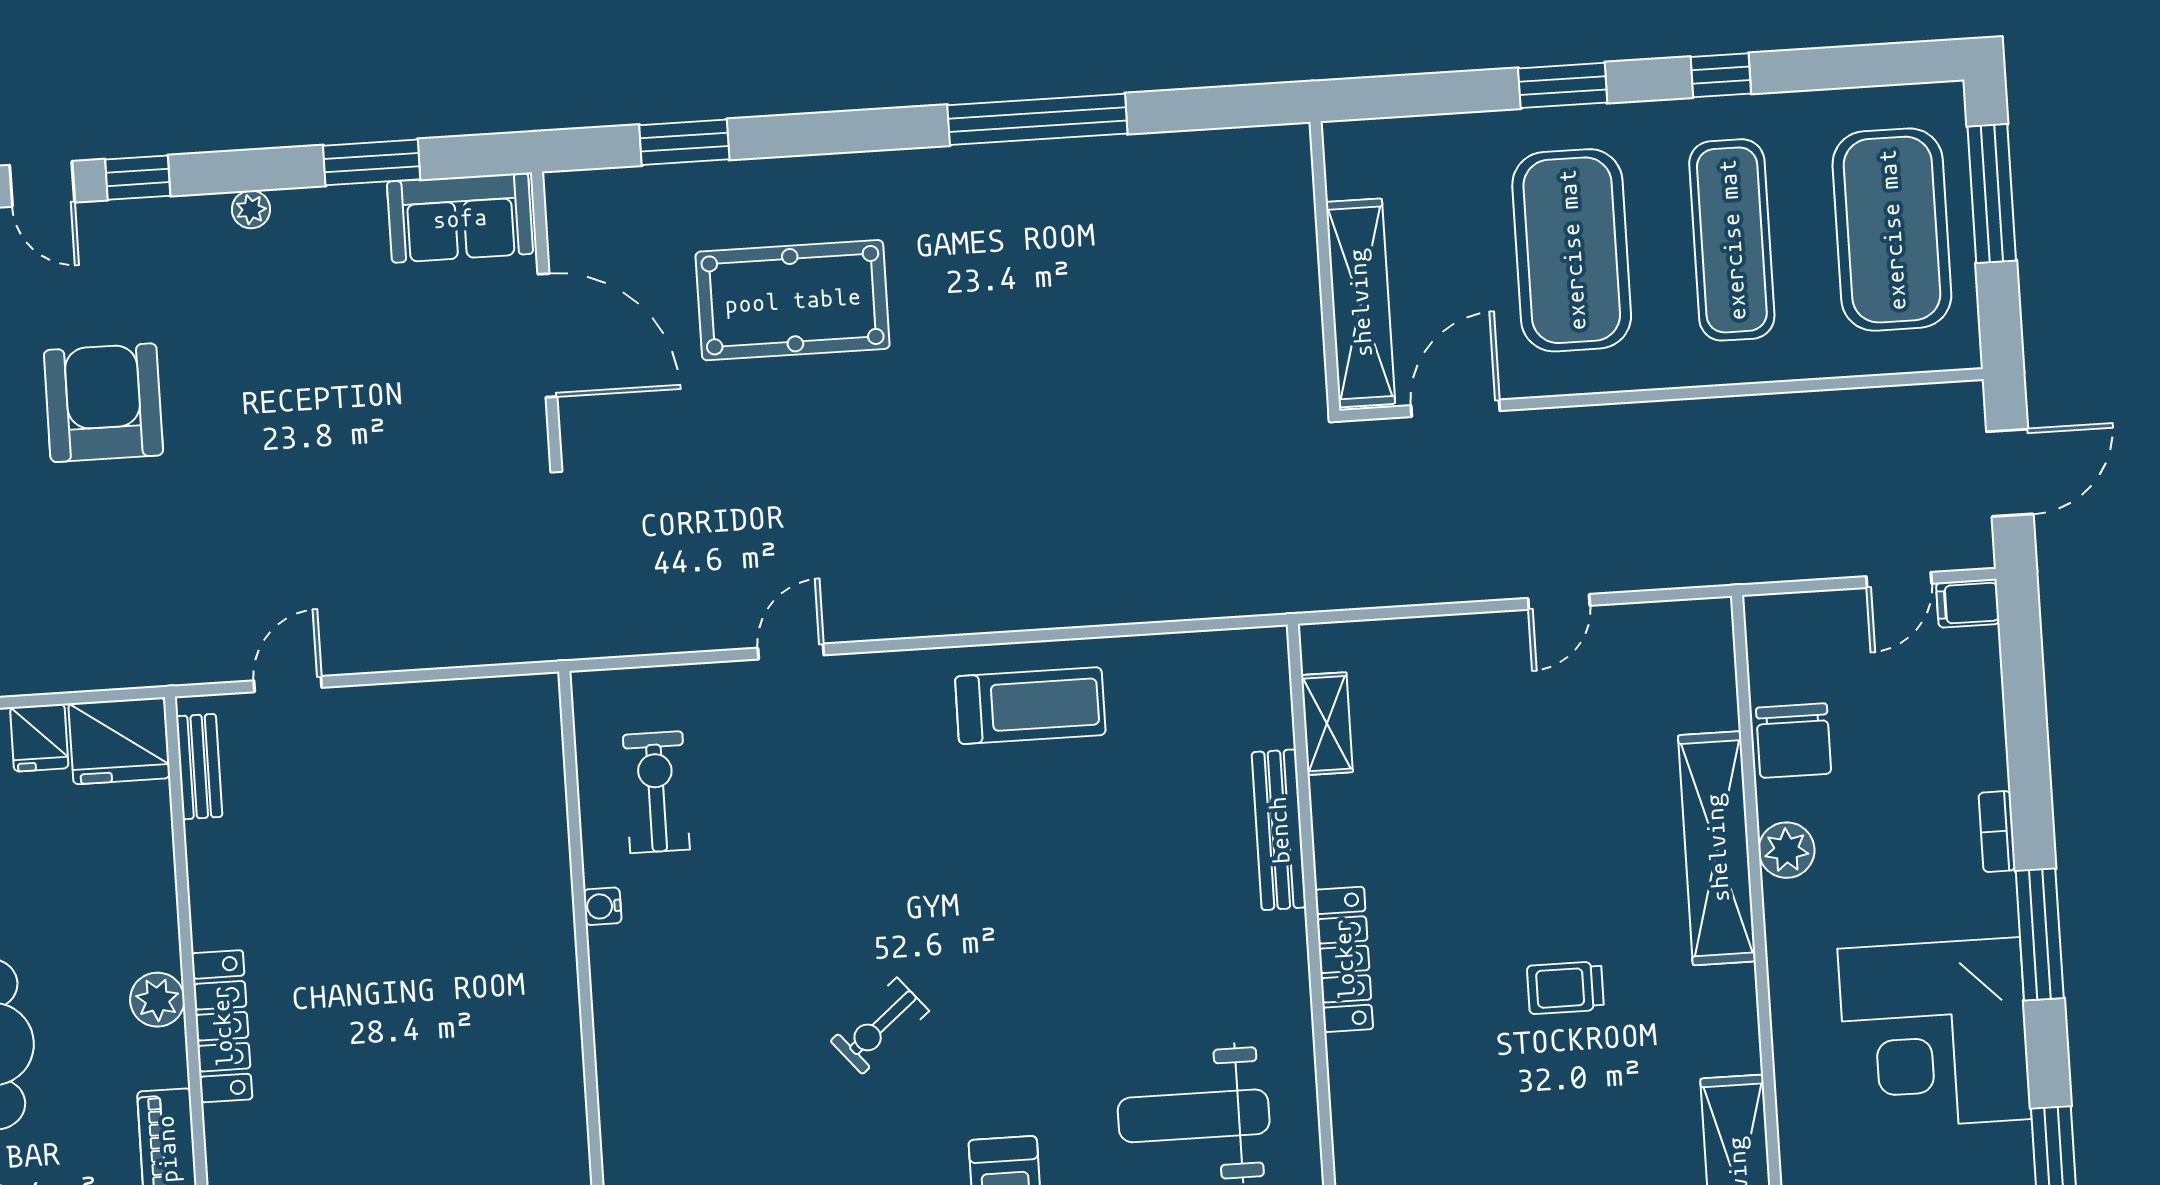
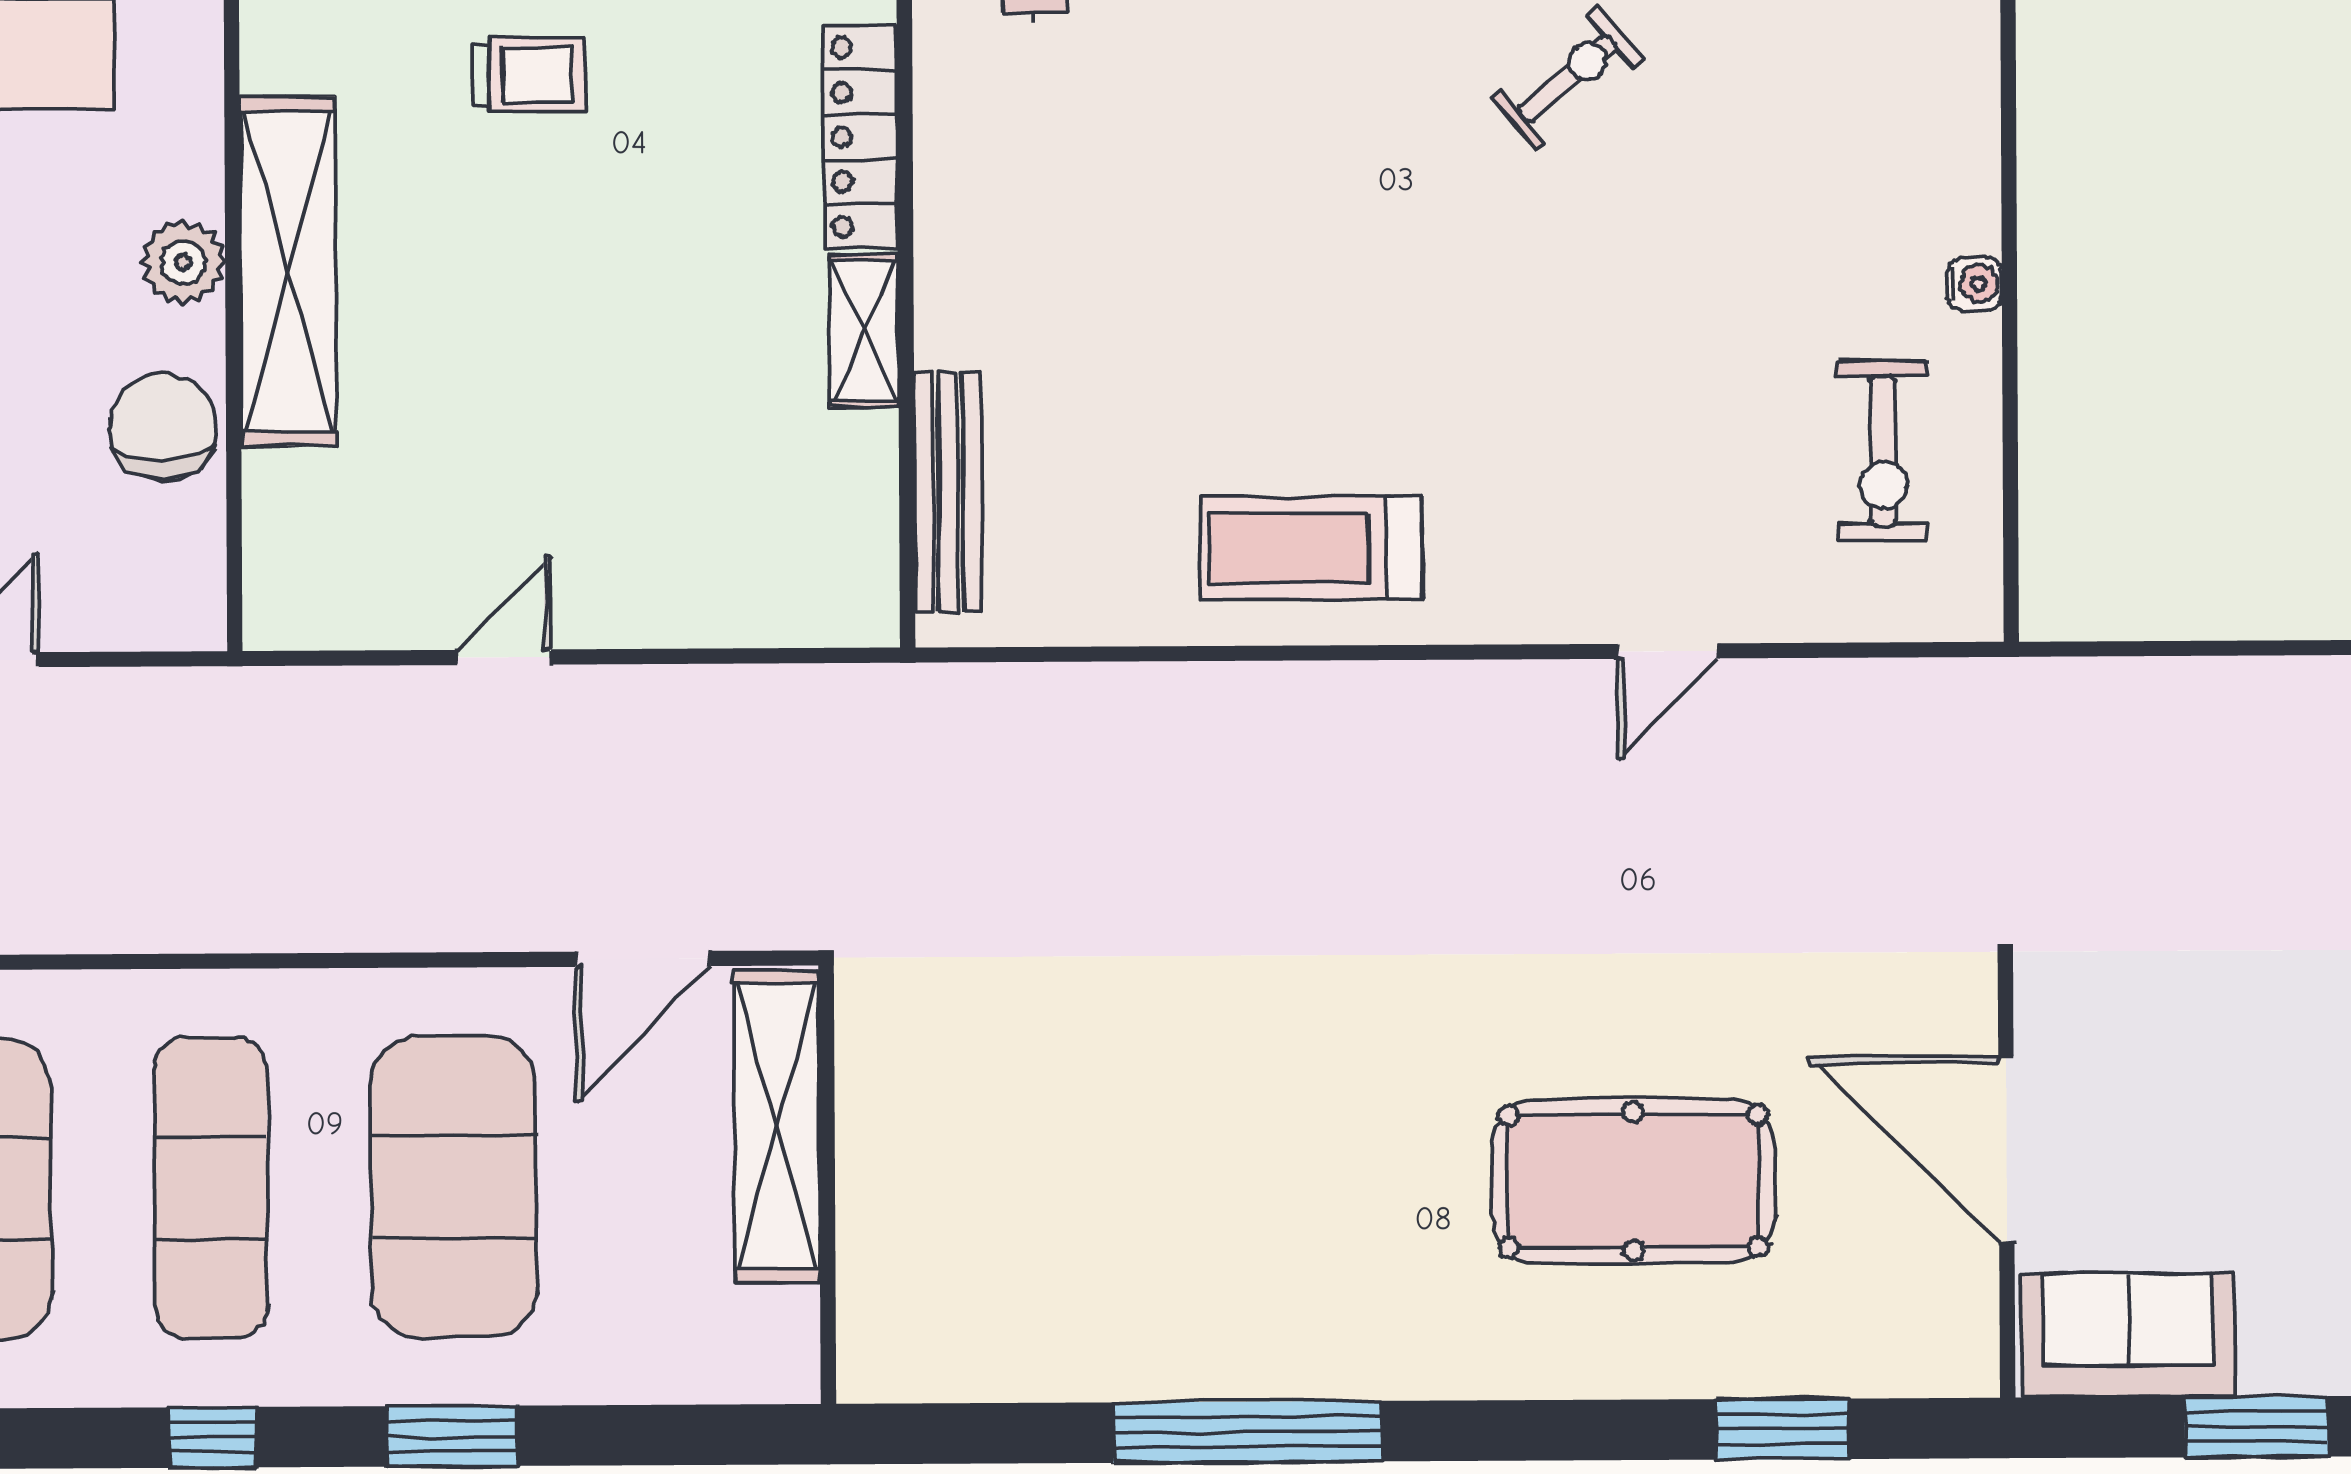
shelving: (1327, 724) -> (864, 331), moved
bench: (1279, 830) -> (948, 492), moved

